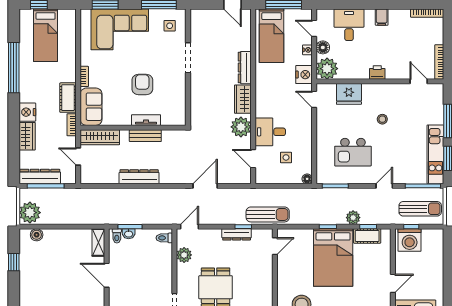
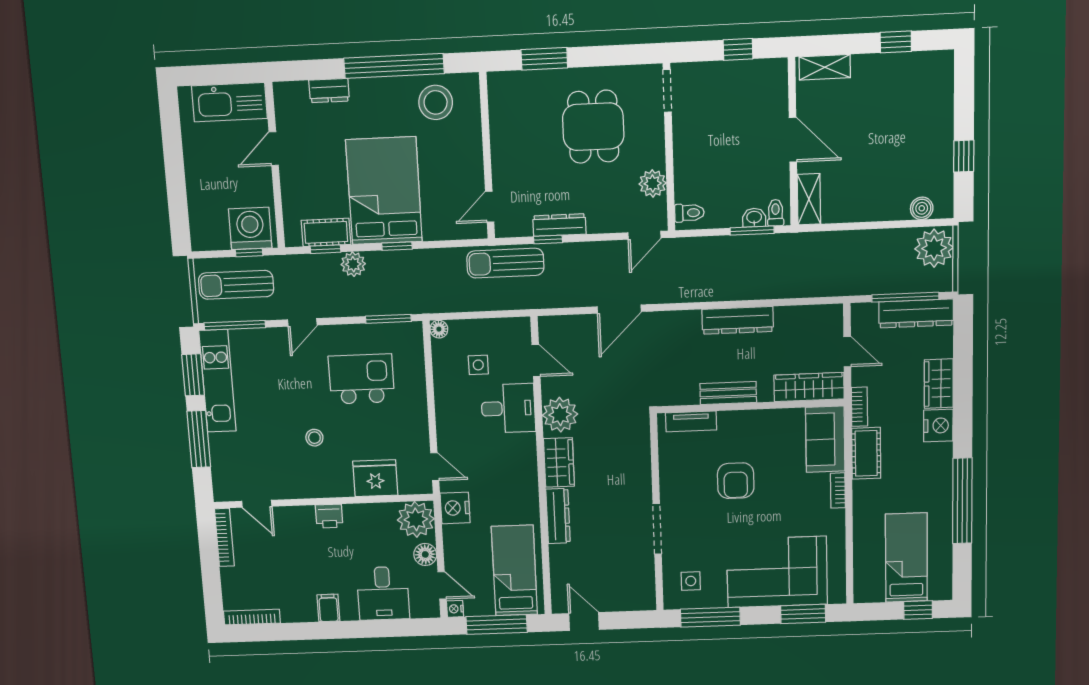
nightstand: (307, 50) -> (455, 609), moved
tv unit: (146, 120) -> (691, 421), moved

